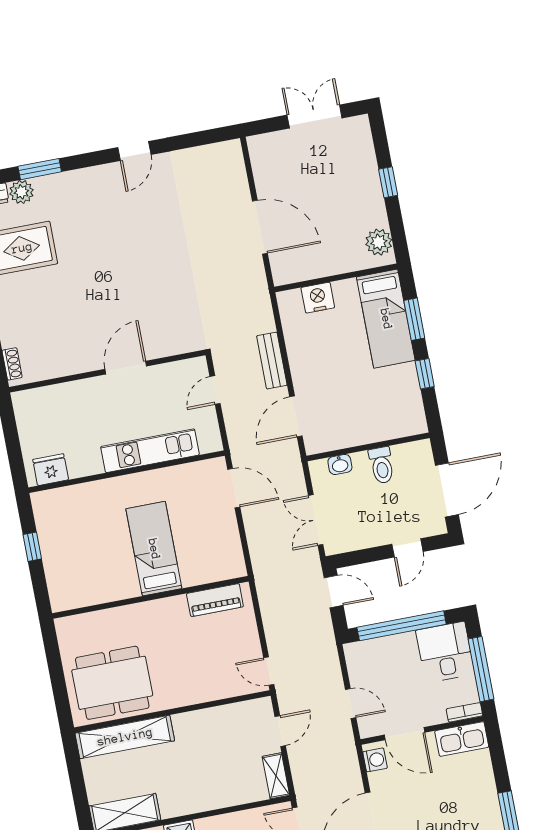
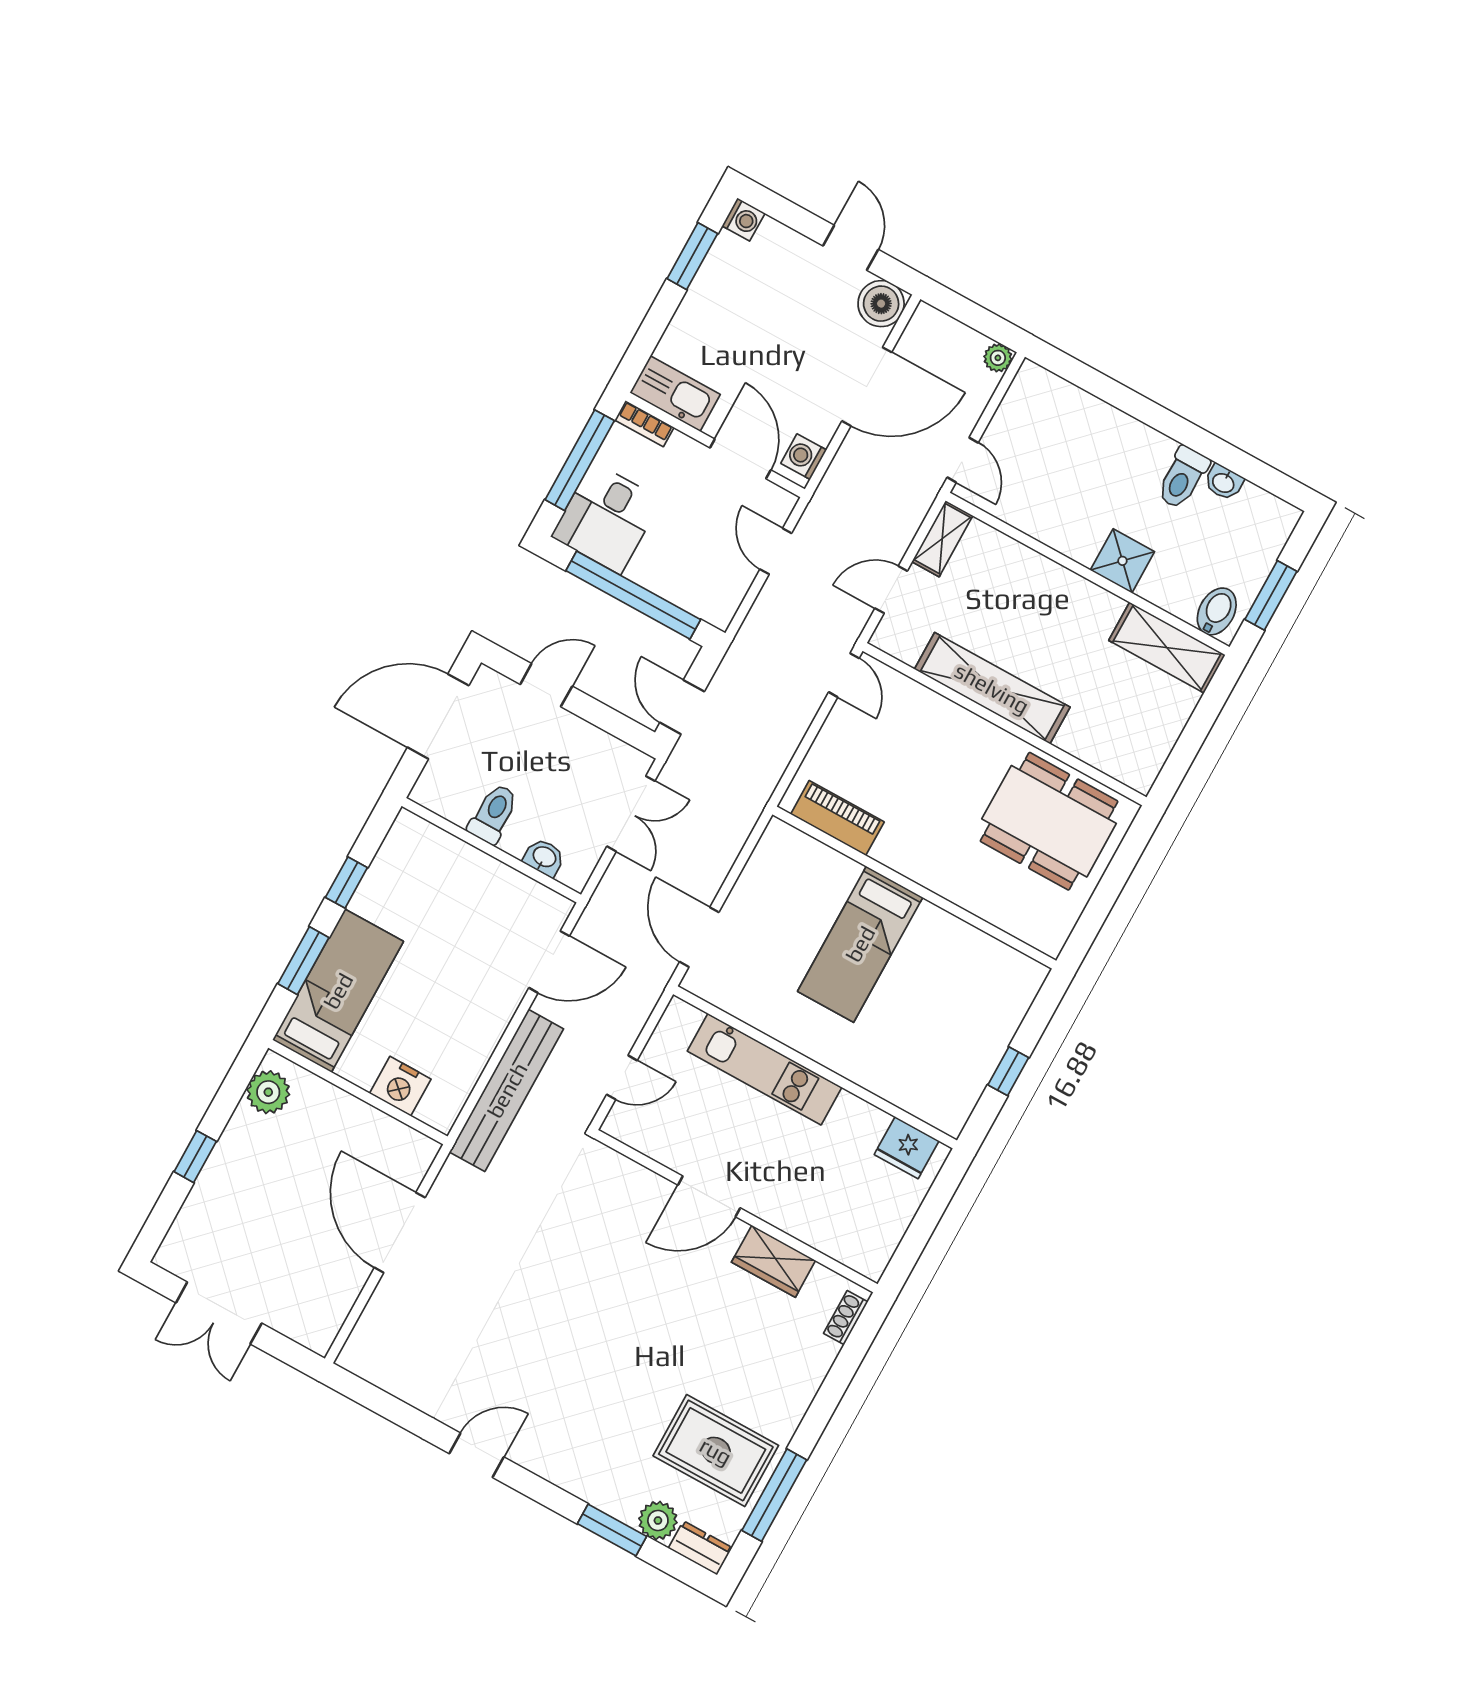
bench: (272, 361) -> (507, 1090), width x1.86, depth x1.21
wardrobe: (69, 362) -> (774, 1261), added
shelving: (125, 737) -> (992, 688), moved

